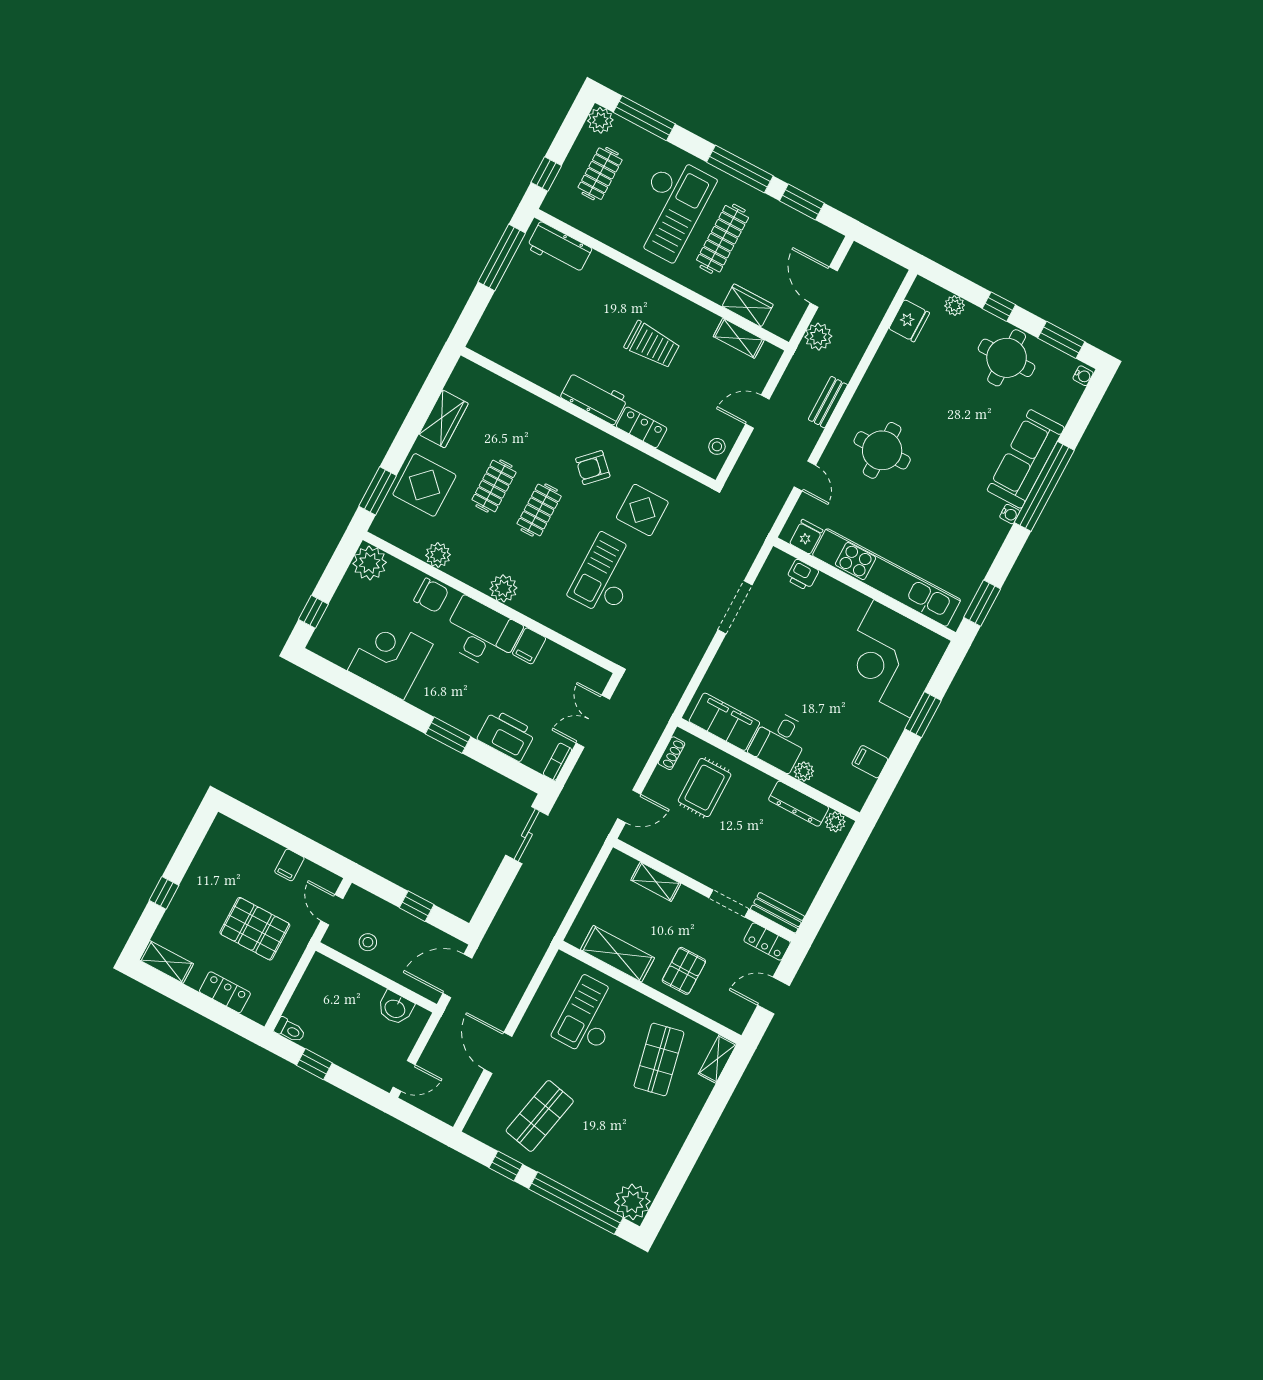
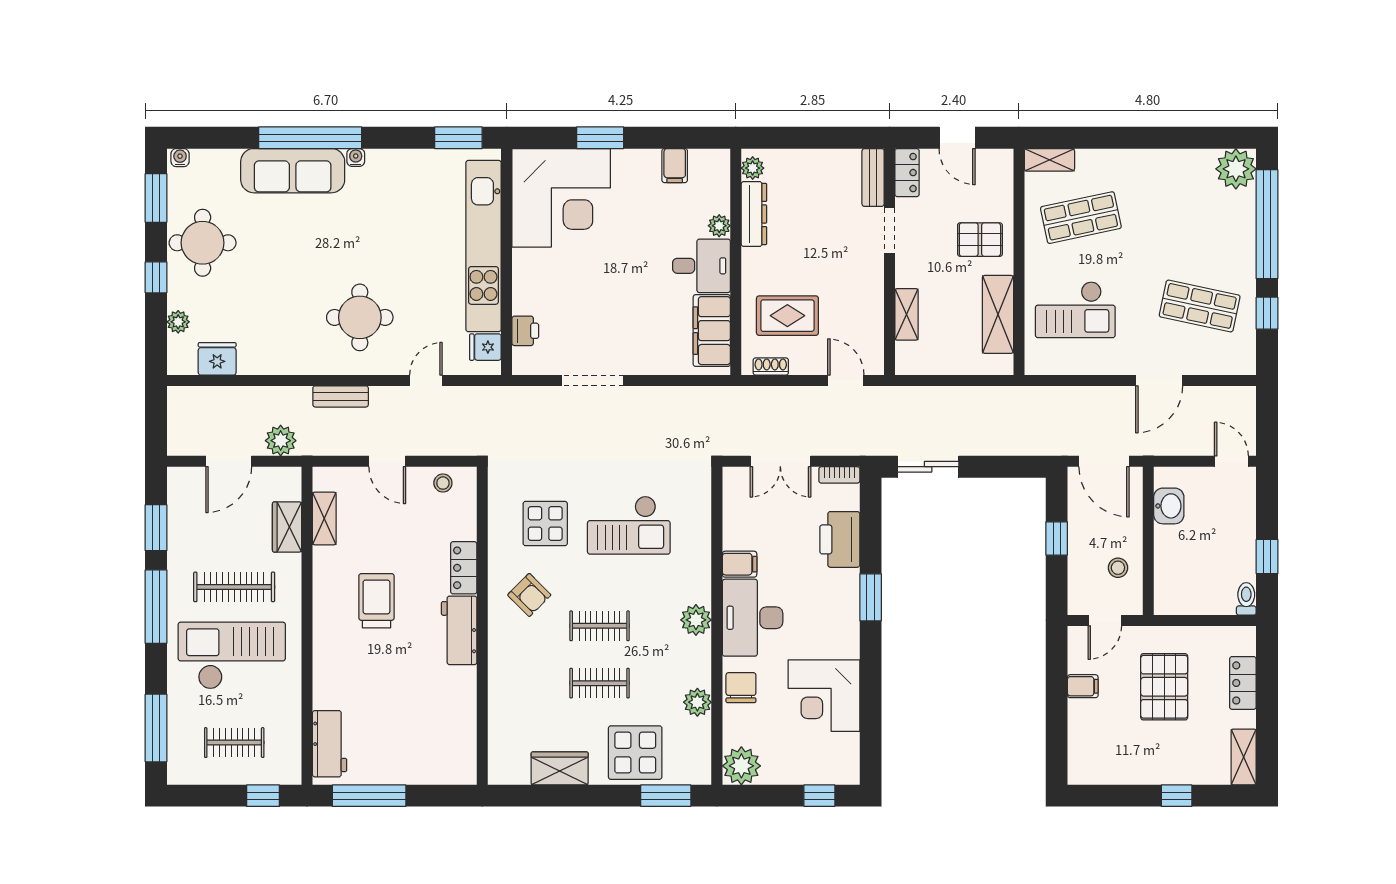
plant: (600, 120) -> (181, 770), removed

